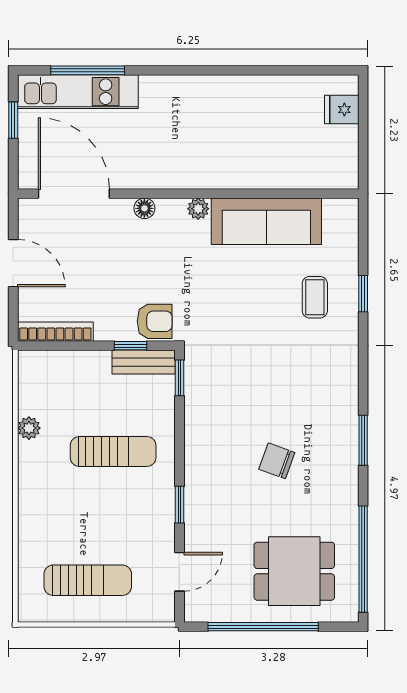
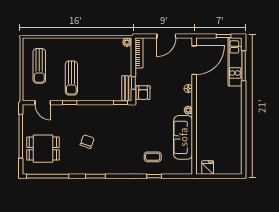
fridge: (342, 110) -> (208, 168), moved
plant: (29, 428) -> (127, 42), moved
sun lounger: (113, 451) -> (71, 78), moved
dining table: (294, 571) -> (43, 149), turned 90

